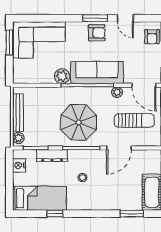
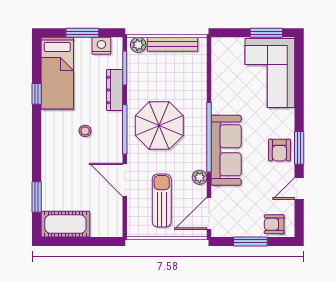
plant: (62, 76) -> (221, 103), removed
sun lounger: (134, 120) -> (162, 200), turned 180
window: (9, 180) -> (82, 33), added

